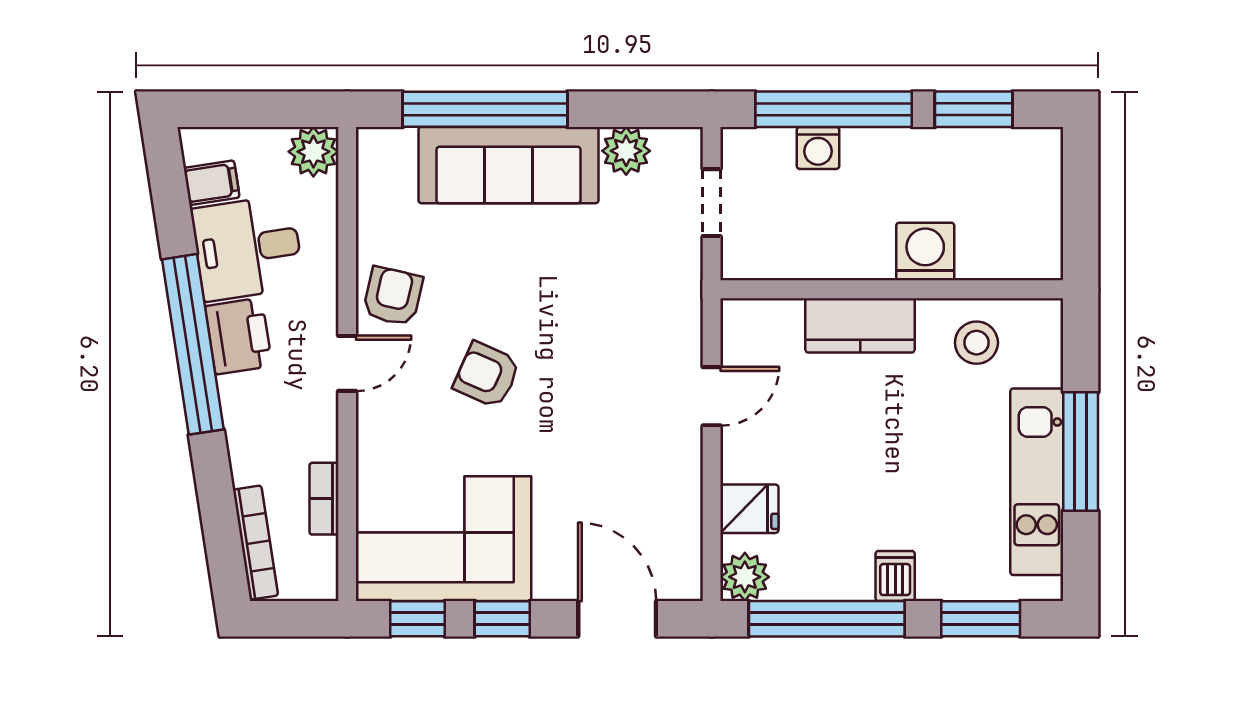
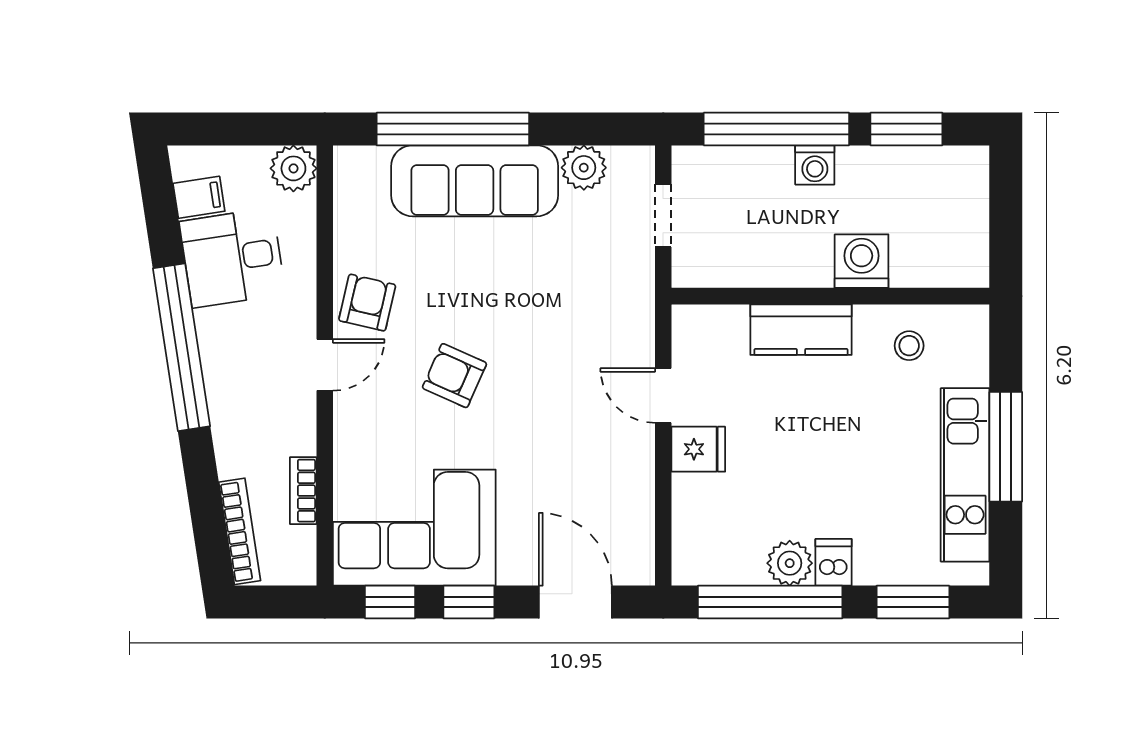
washing machine: (818, 148) -> (815, 165), moved
printer: (239, 336) -> (224, 340), removed
stool: (976, 343) -> (909, 346), width x0.73, depth x0.73
door: (712, 396) -> (663, 395), swing flipped
fridge: (749, 509) -> (698, 449), moved
plant: (745, 577) -> (790, 563), moved

